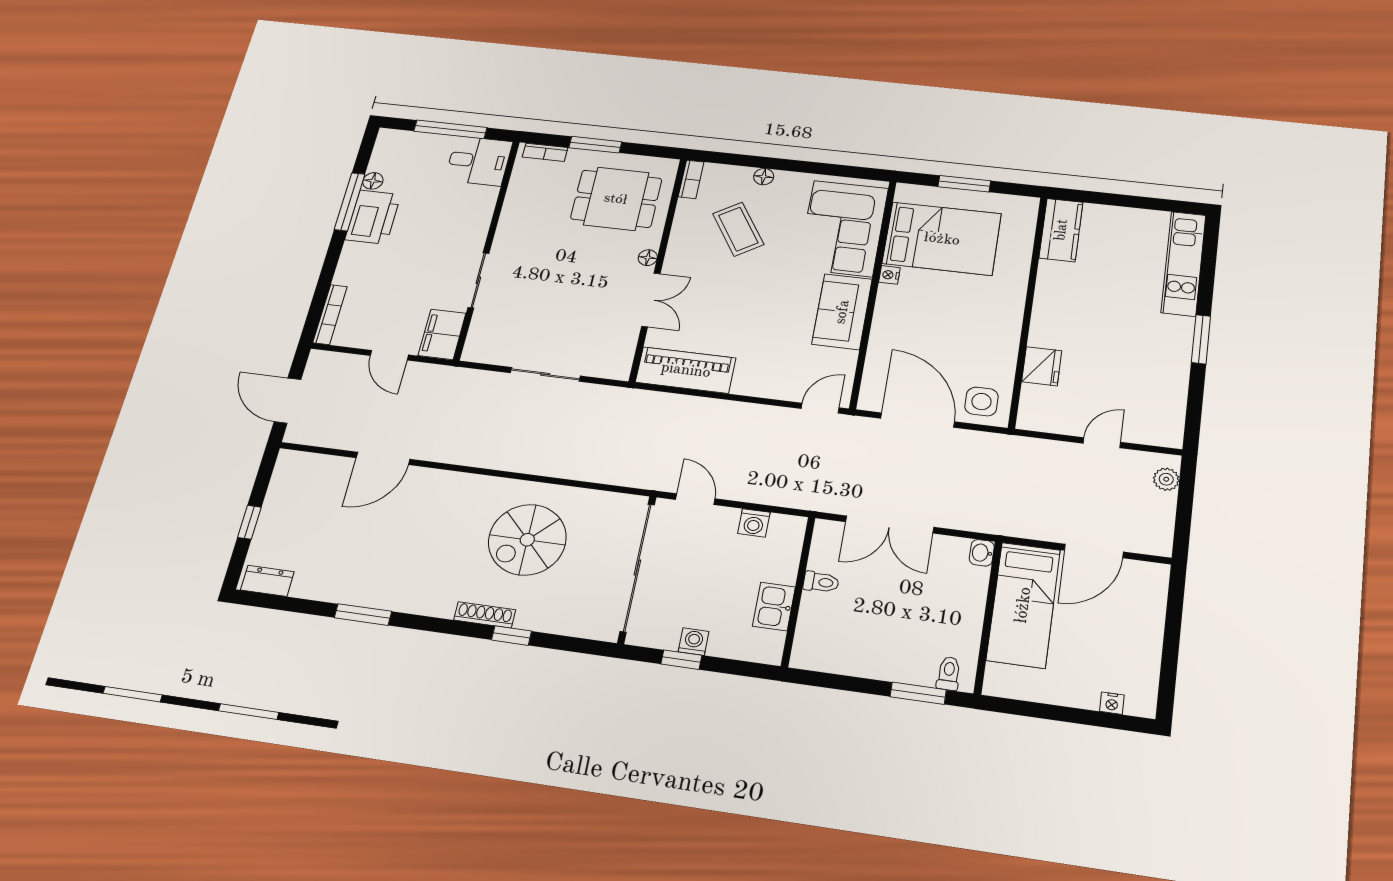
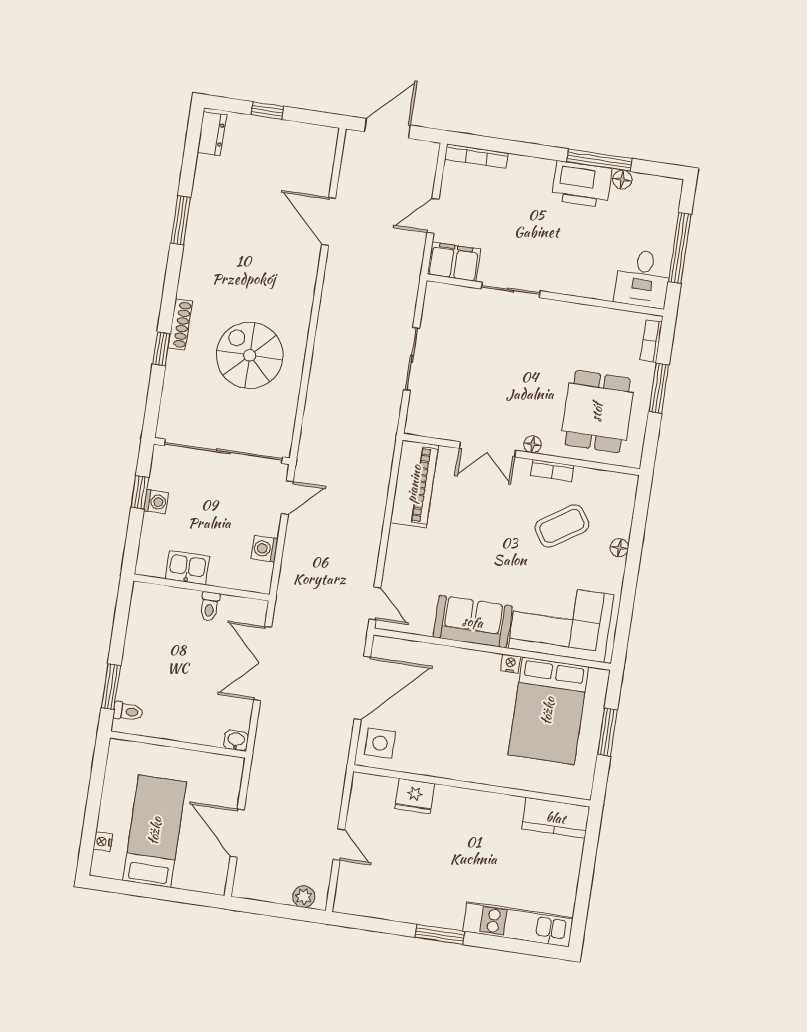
bookcase: (691, 179) -> (552, 471), moved
bed: (1023, 605) -> (155, 831), moved, turned 90

